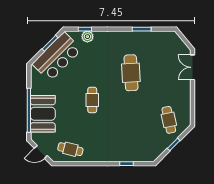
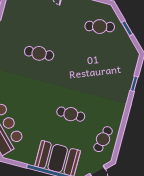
cafe table: (131, 73) -> (39, 53), width x0.73, depth x0.74
cafe table: (92, 100) -> (71, 114), moved

